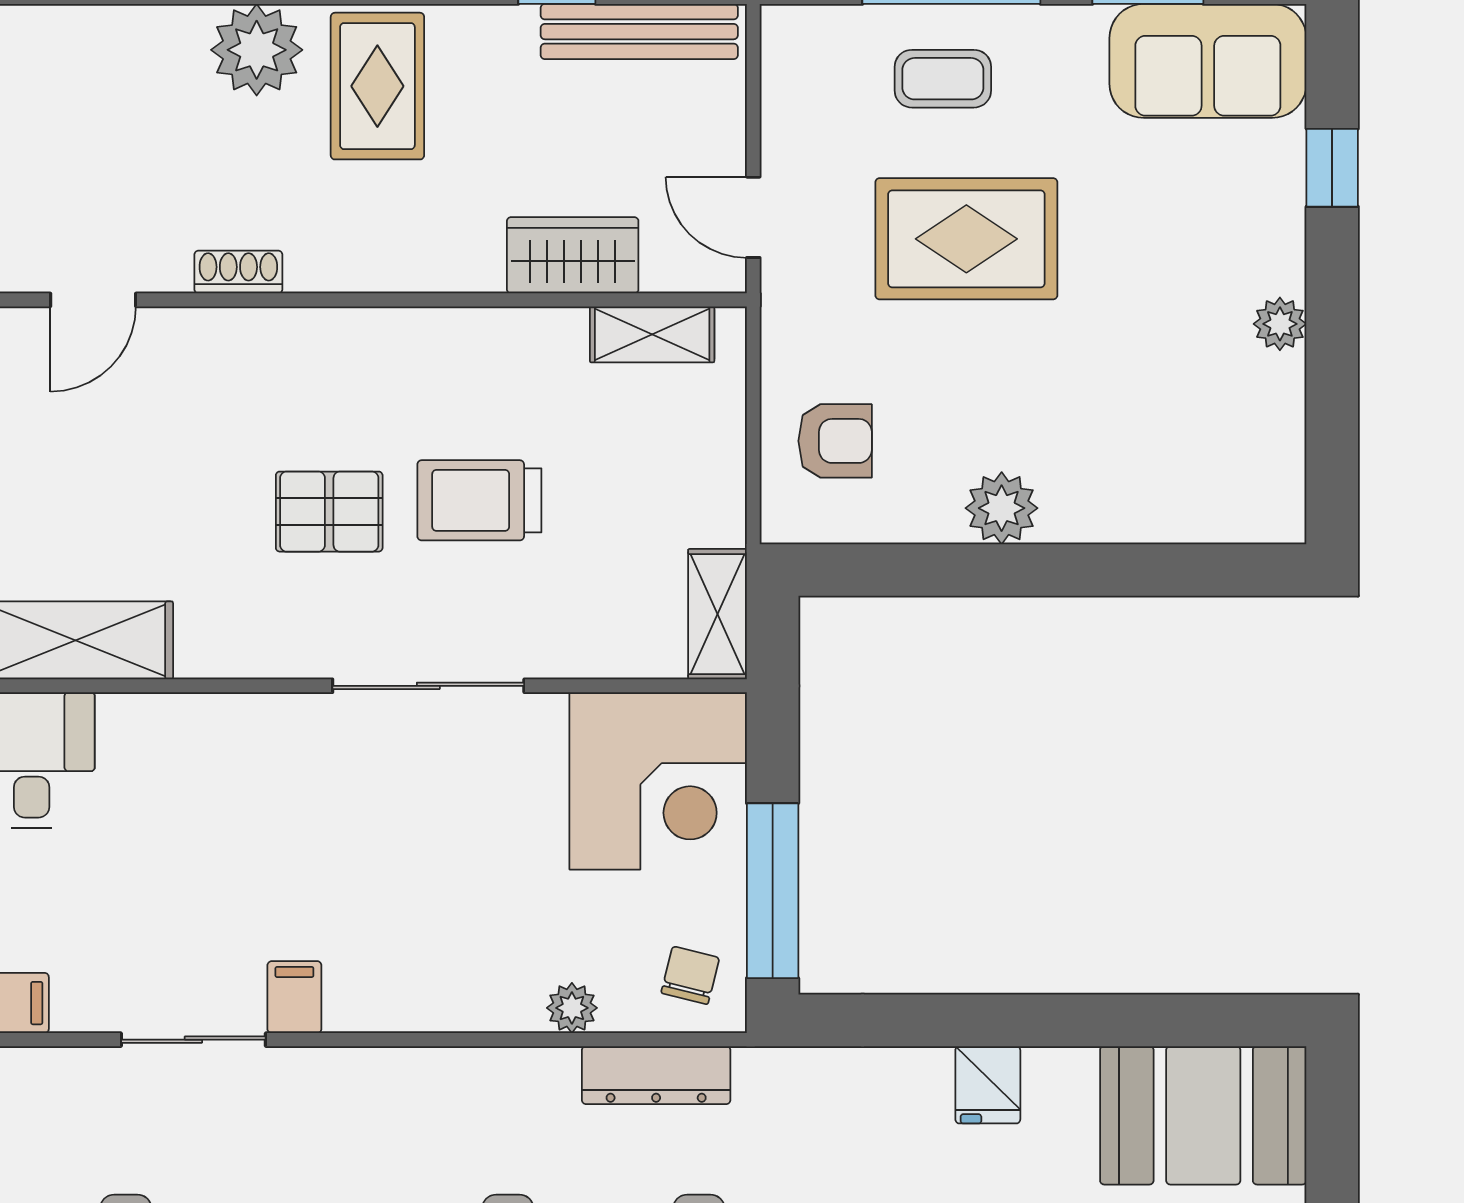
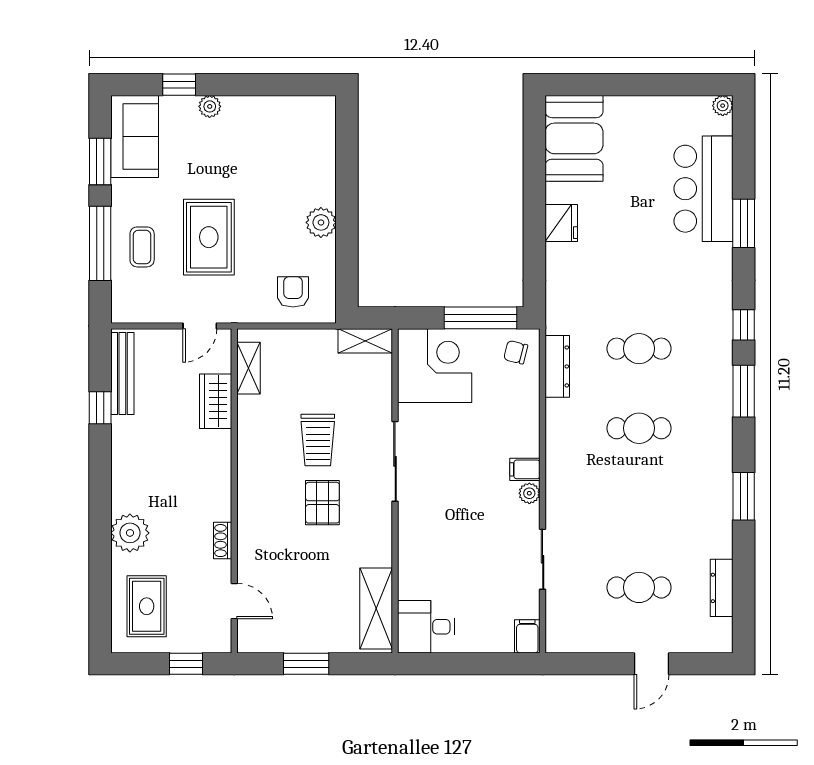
rug: (377, 86) -> (147, 606), moved, turned 90
plant: (1280, 324) -> (210, 106), moved
filing cabinet: (294, 997) -> (525, 469), moved
plant: (572, 1008) -> (529, 493), moved
fridge: (988, 1085) -> (561, 223), width x1.38

